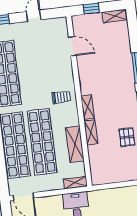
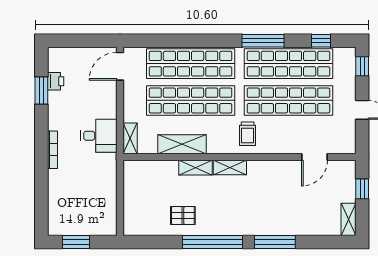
shop shelf: (33, 70) -> (289, 100), added

